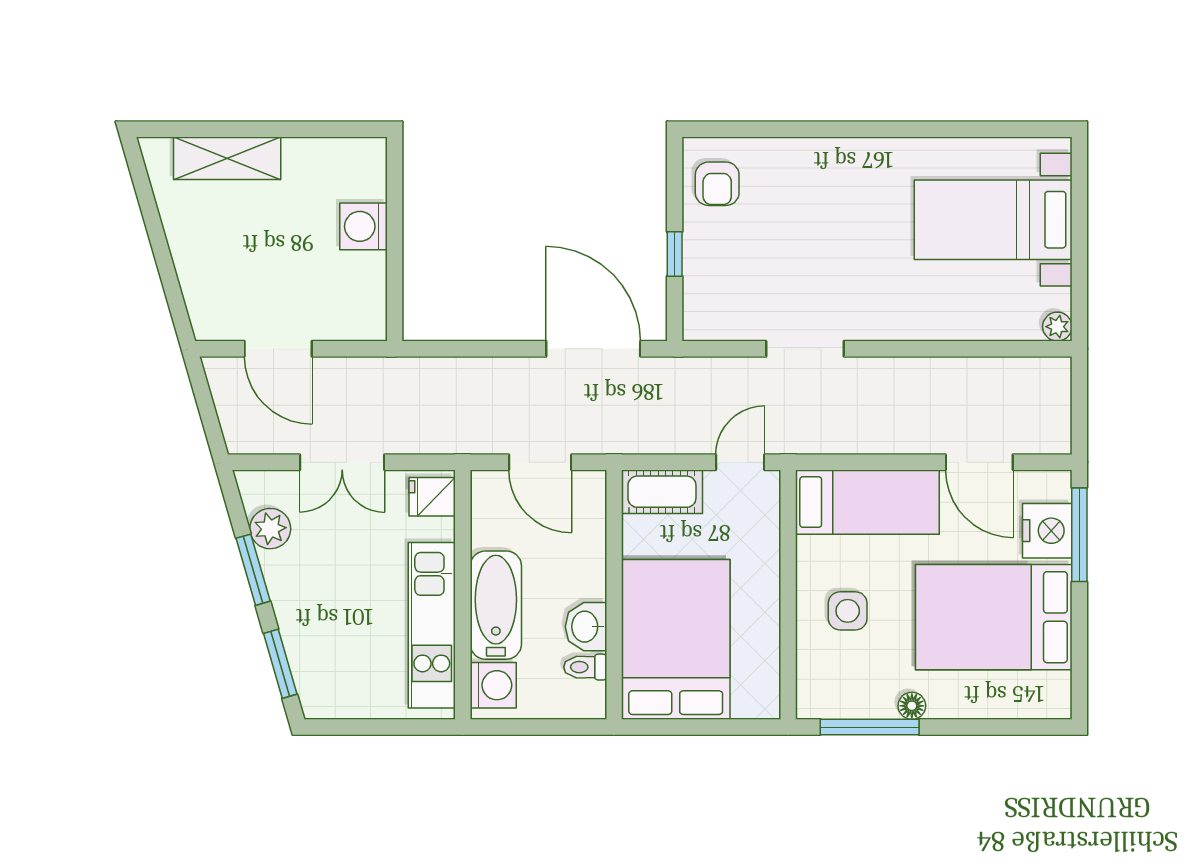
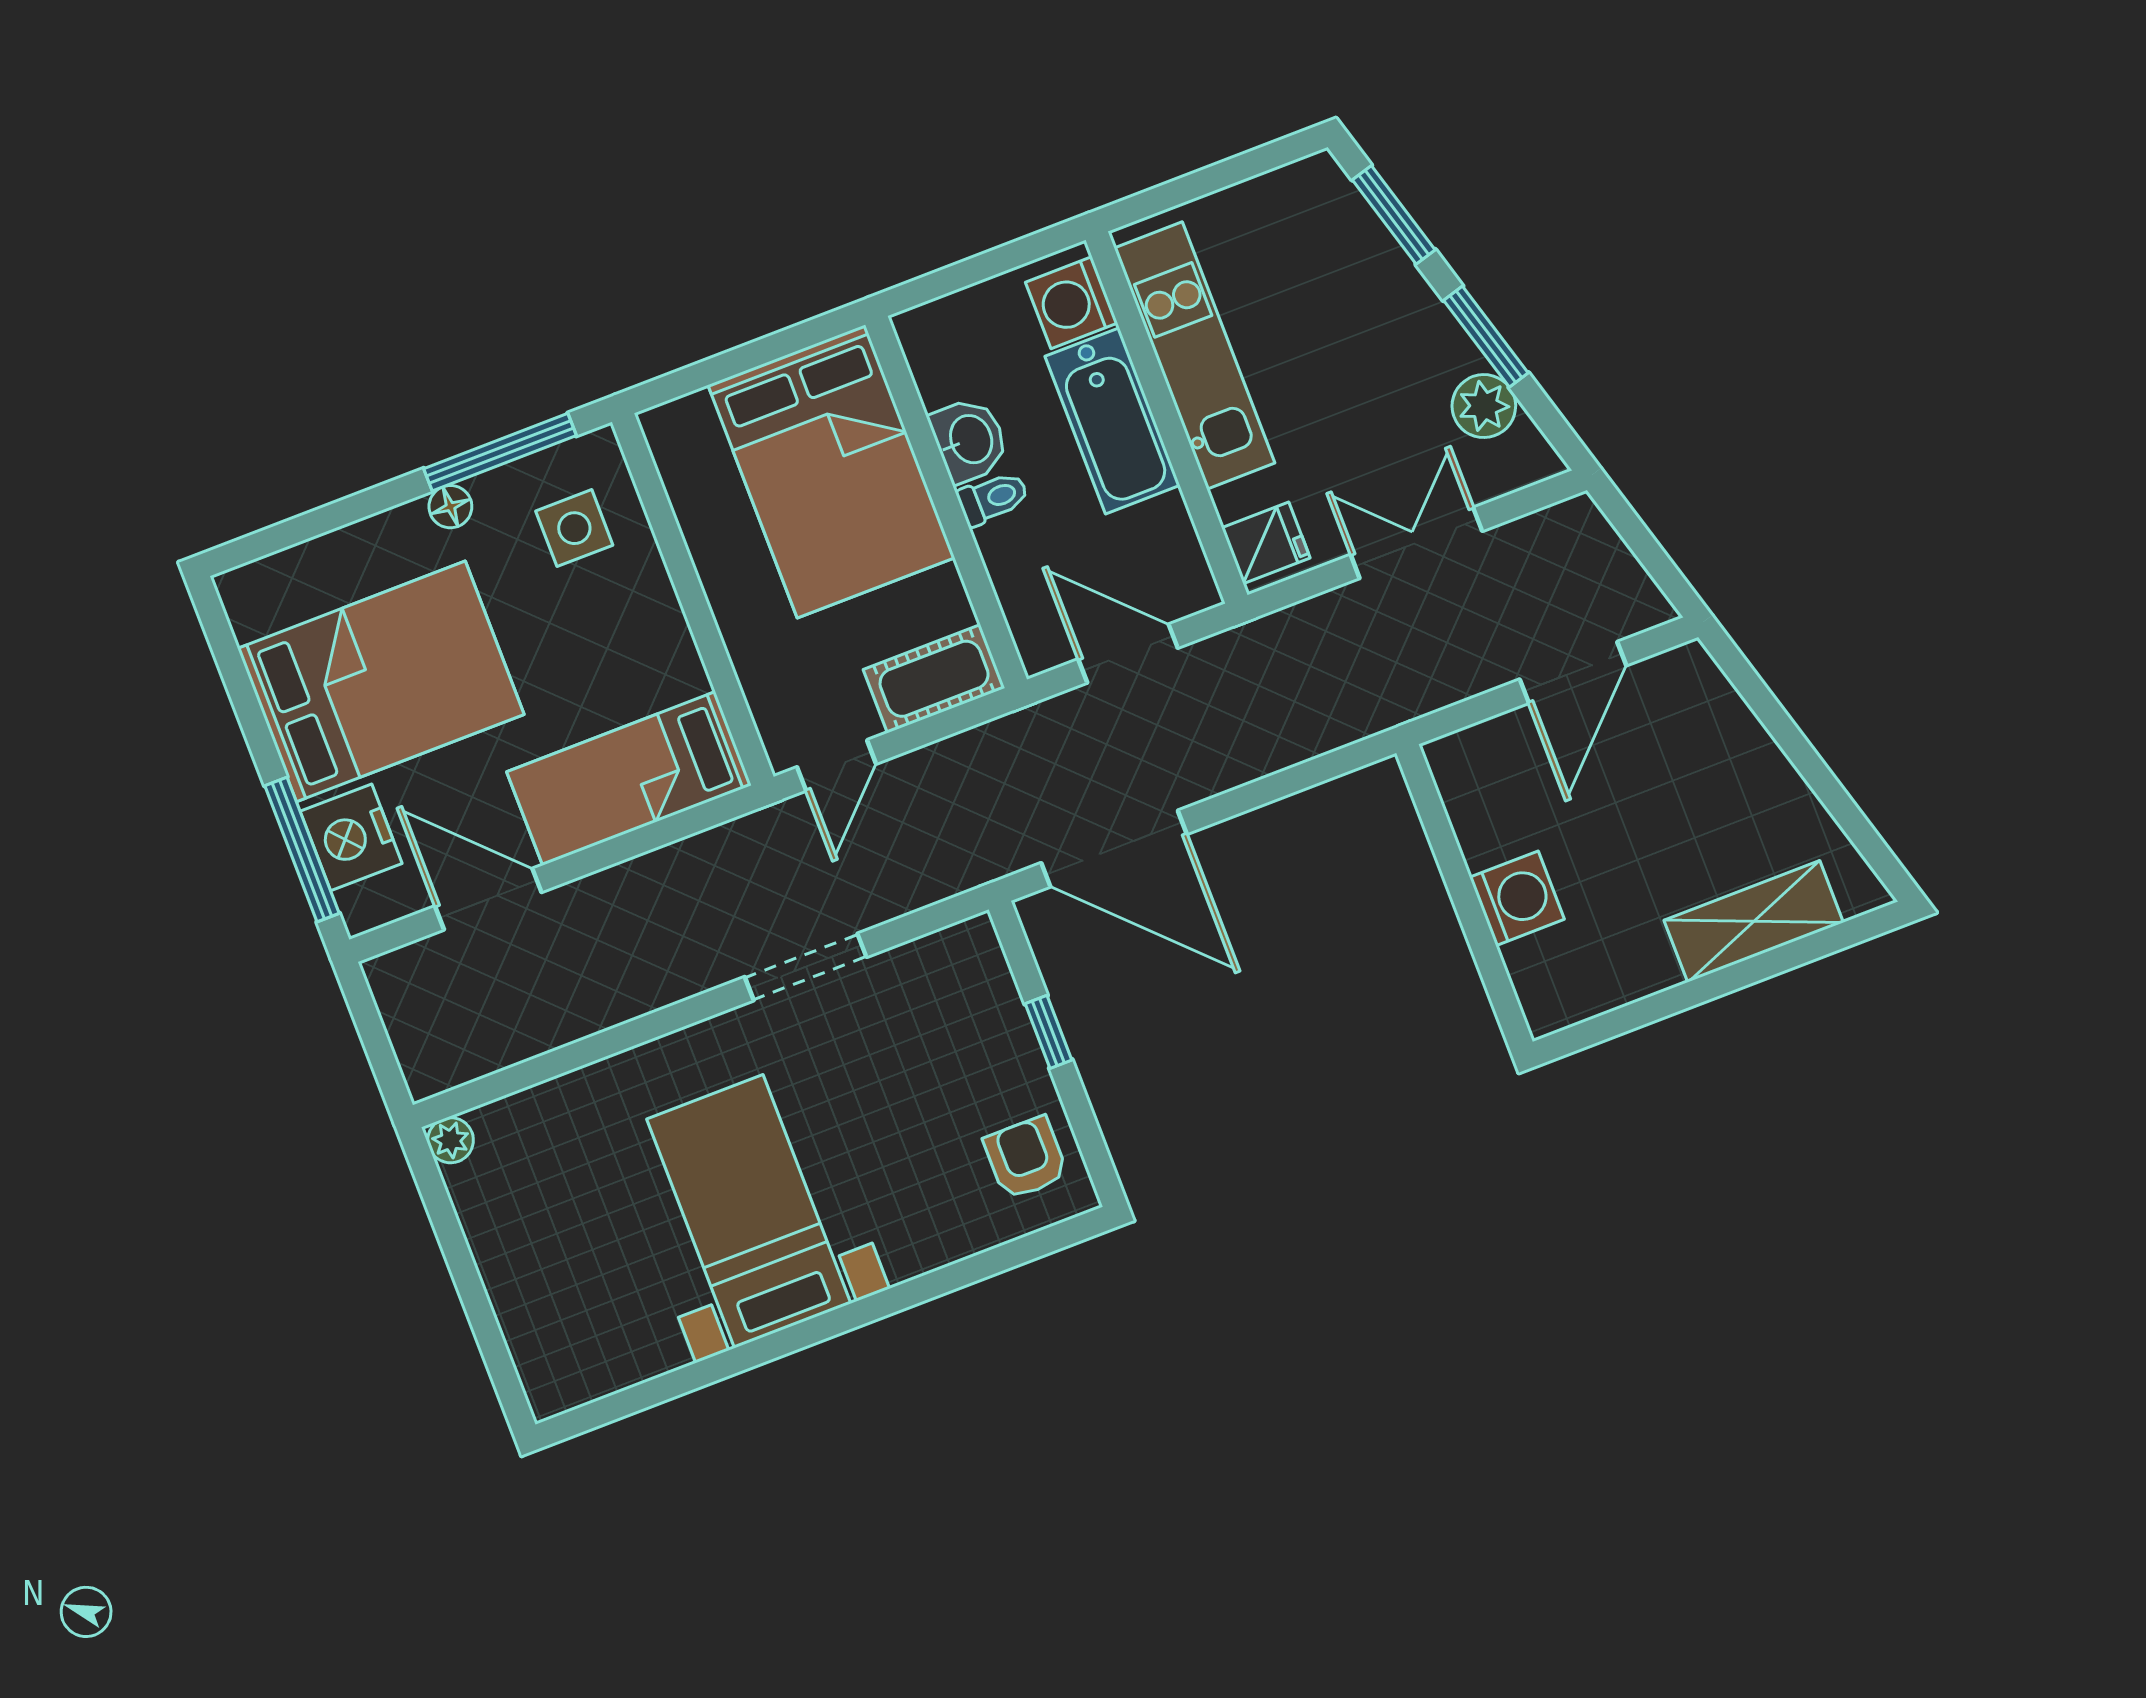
bed with nightstands: (993, 220) -> (749, 1211), moved, turned -90
door: (278, 349) -> (1573, 672), swing flipped
side table: (848, 611) -> (574, 528), moved
toilet: (585, 667) -> (993, 498), moved

